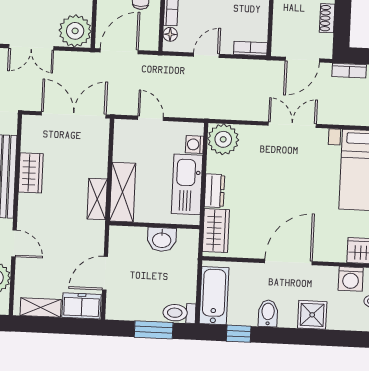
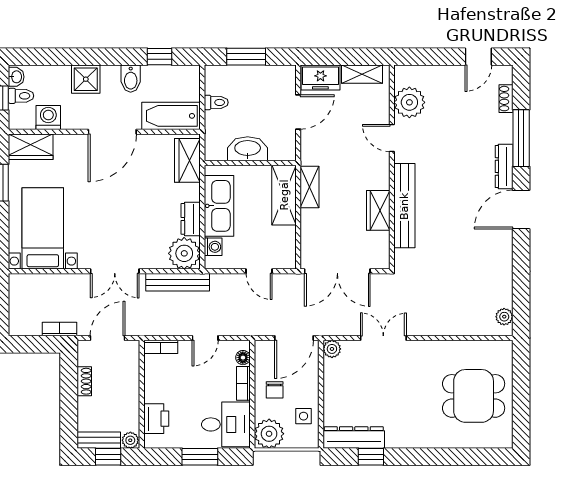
plant: (75, 31) -> (332, 349), width x0.53, depth x0.53
bench: (231, 111) -> (178, 282), added
dresser: (215, 191) -> (191, 219), moved
washbasin: (162, 240) -> (248, 149), width x1.38
bathtub: (214, 296) -> (171, 116), moved, turned 90
toilet: (179, 313) -> (216, 102), moved, width x0.73, depth x0.72

